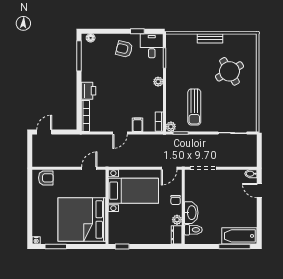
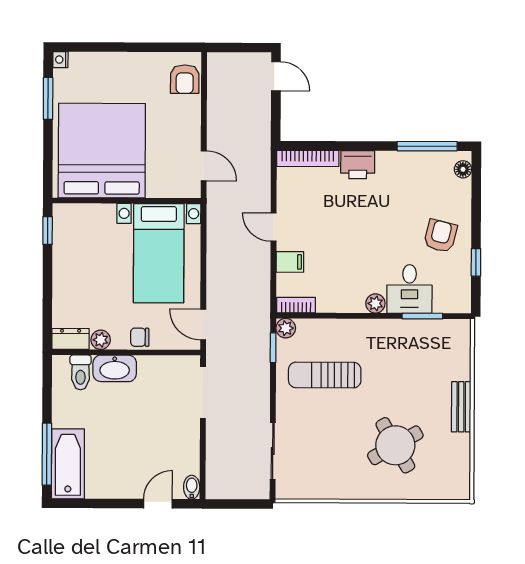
desk: (152, 46) -> (409, 289), moved, turned 90

